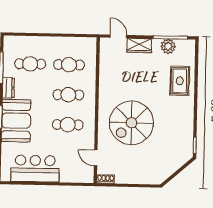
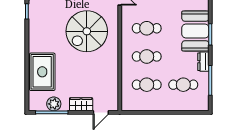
door: (118, 36) -> (101, 112), hinge flipped
rug: (180, 81) -> (42, 72), width x1.36, depth x1.43
spiral stairs: (131, 123) -> (87, 31), turned 180

